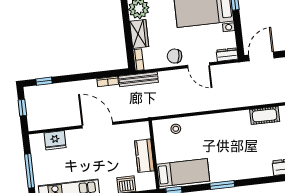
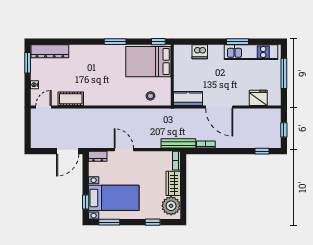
chair: (175, 56) -> (144, 160), removed
kitchen counter: (144, 156) -> (188, 98), moved, turned -90
bed: (183, 173) -> (148, 62), width x1.50

